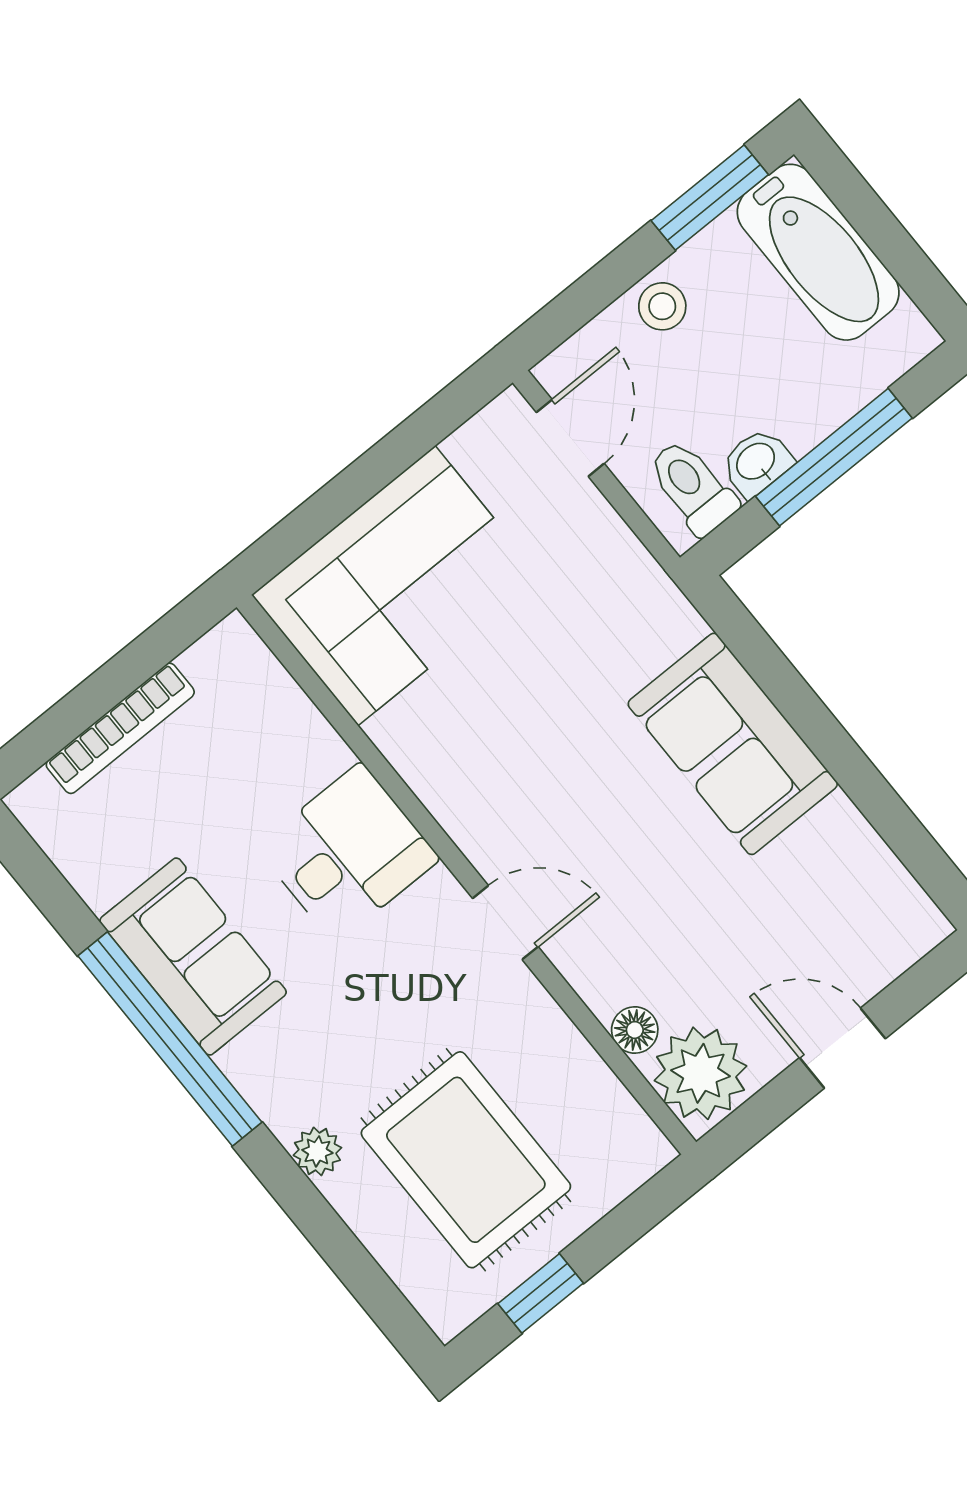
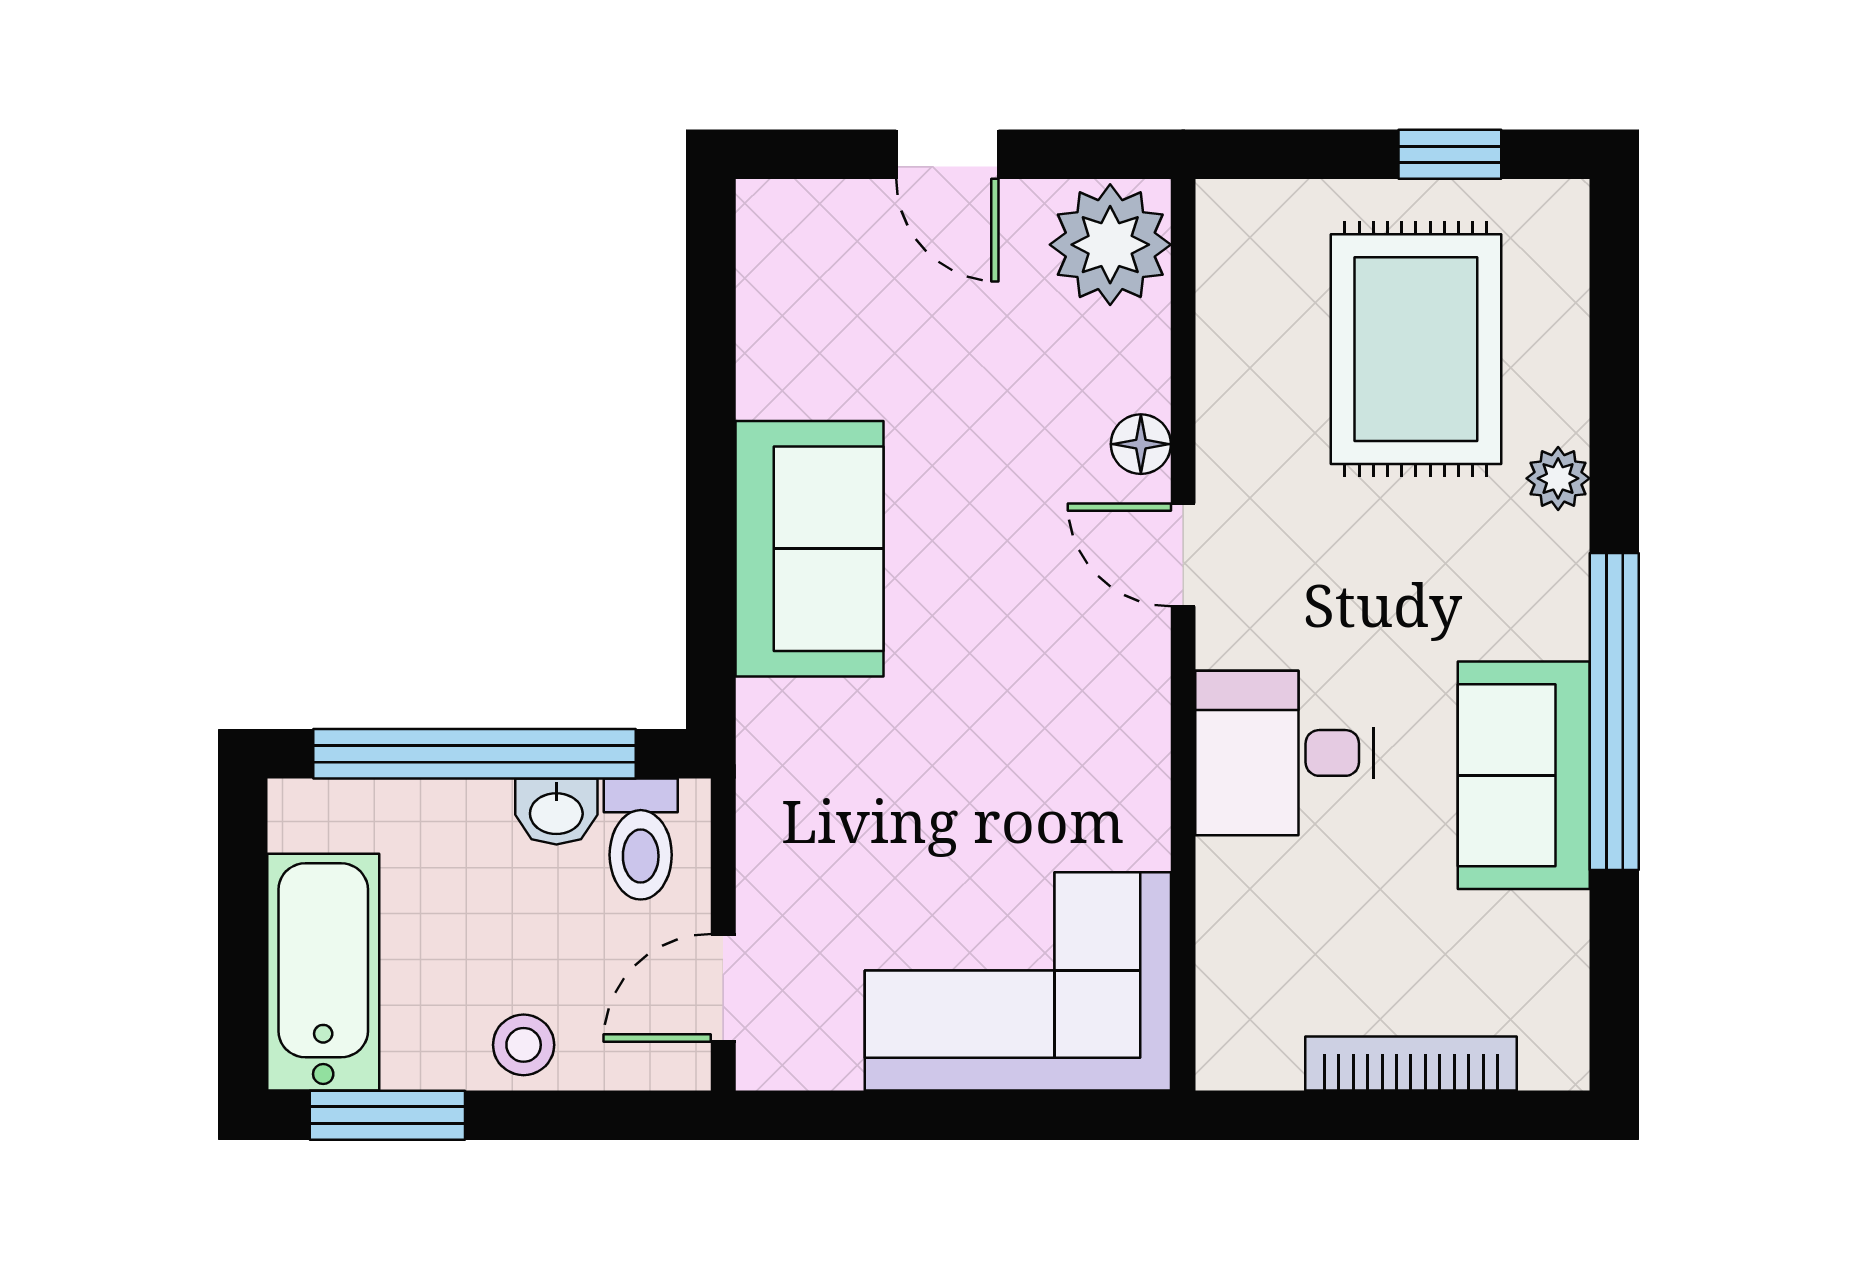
window: (834, 457) -> (474, 754), width x1.46
floor lamp: (635, 1030) -> (1141, 444), moved

